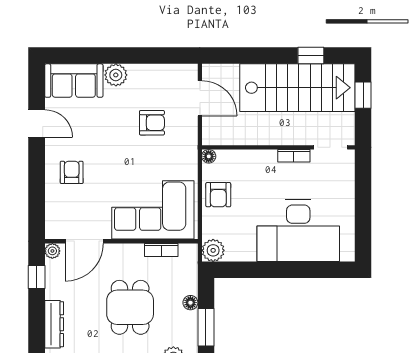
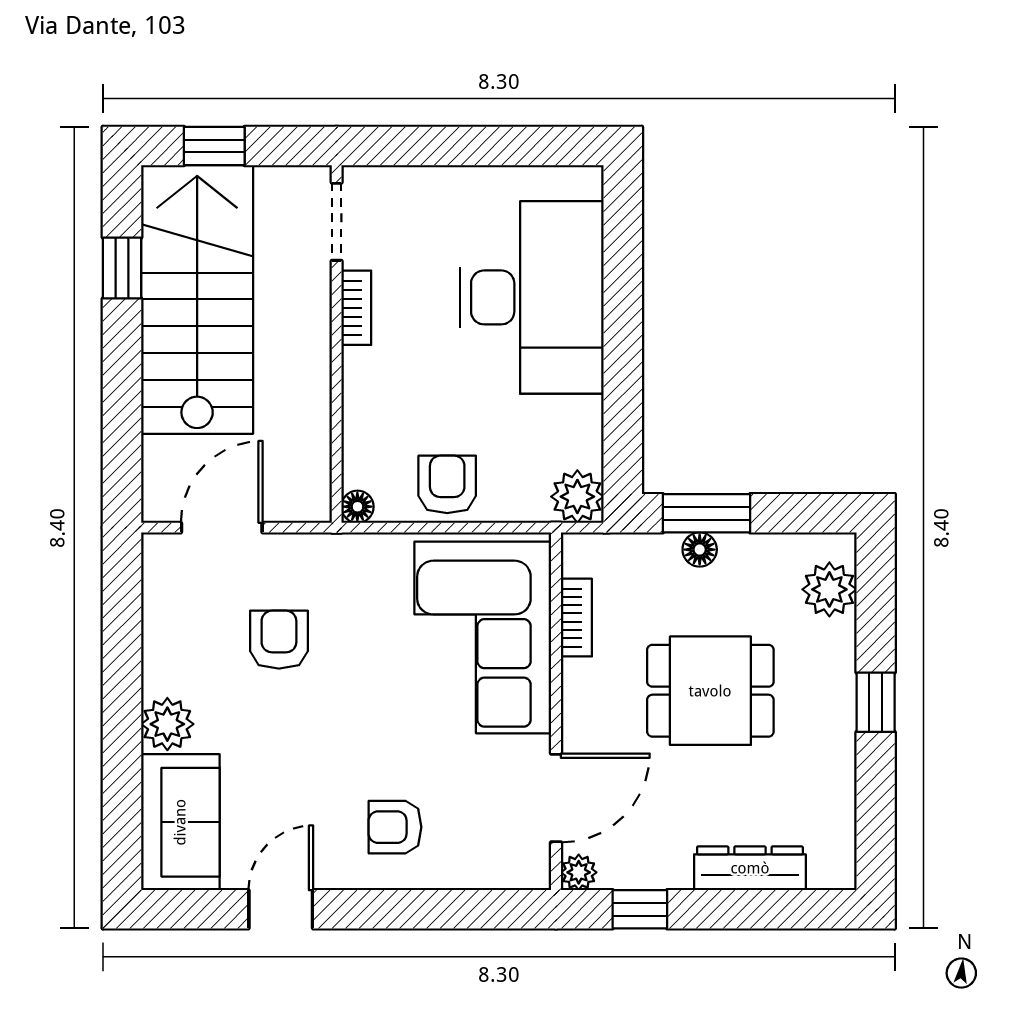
armchair: (218, 195) -> (447, 484), turned -90
door: (84, 241) -> (556, 798), hinge flipped
window: (206, 327) -> (706, 513), moved

